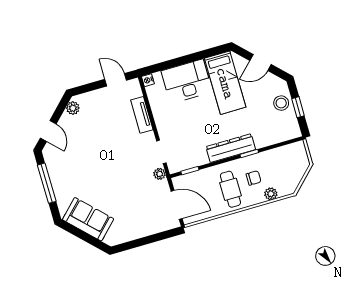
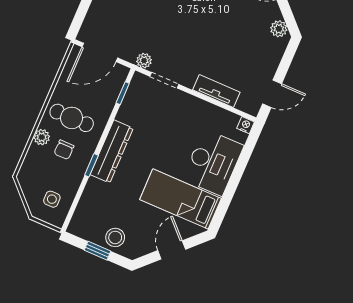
side table: (290, 161) -> (52, 199), added
plant: (271, 194) -> (42, 137), moved

